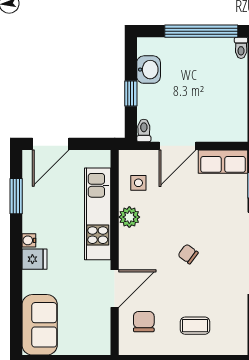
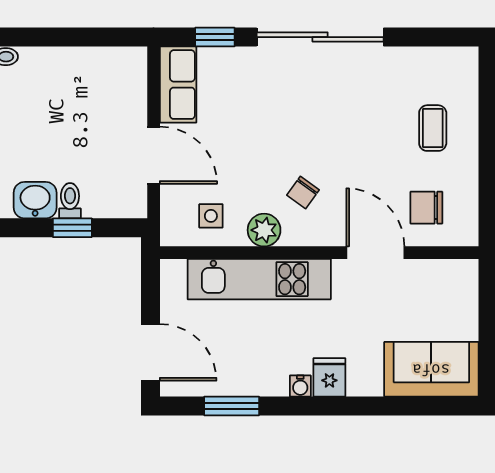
toilet: (144, 130) -> (70, 201), moved, turned 90
chair: (188, 254) -> (303, 192), moved

